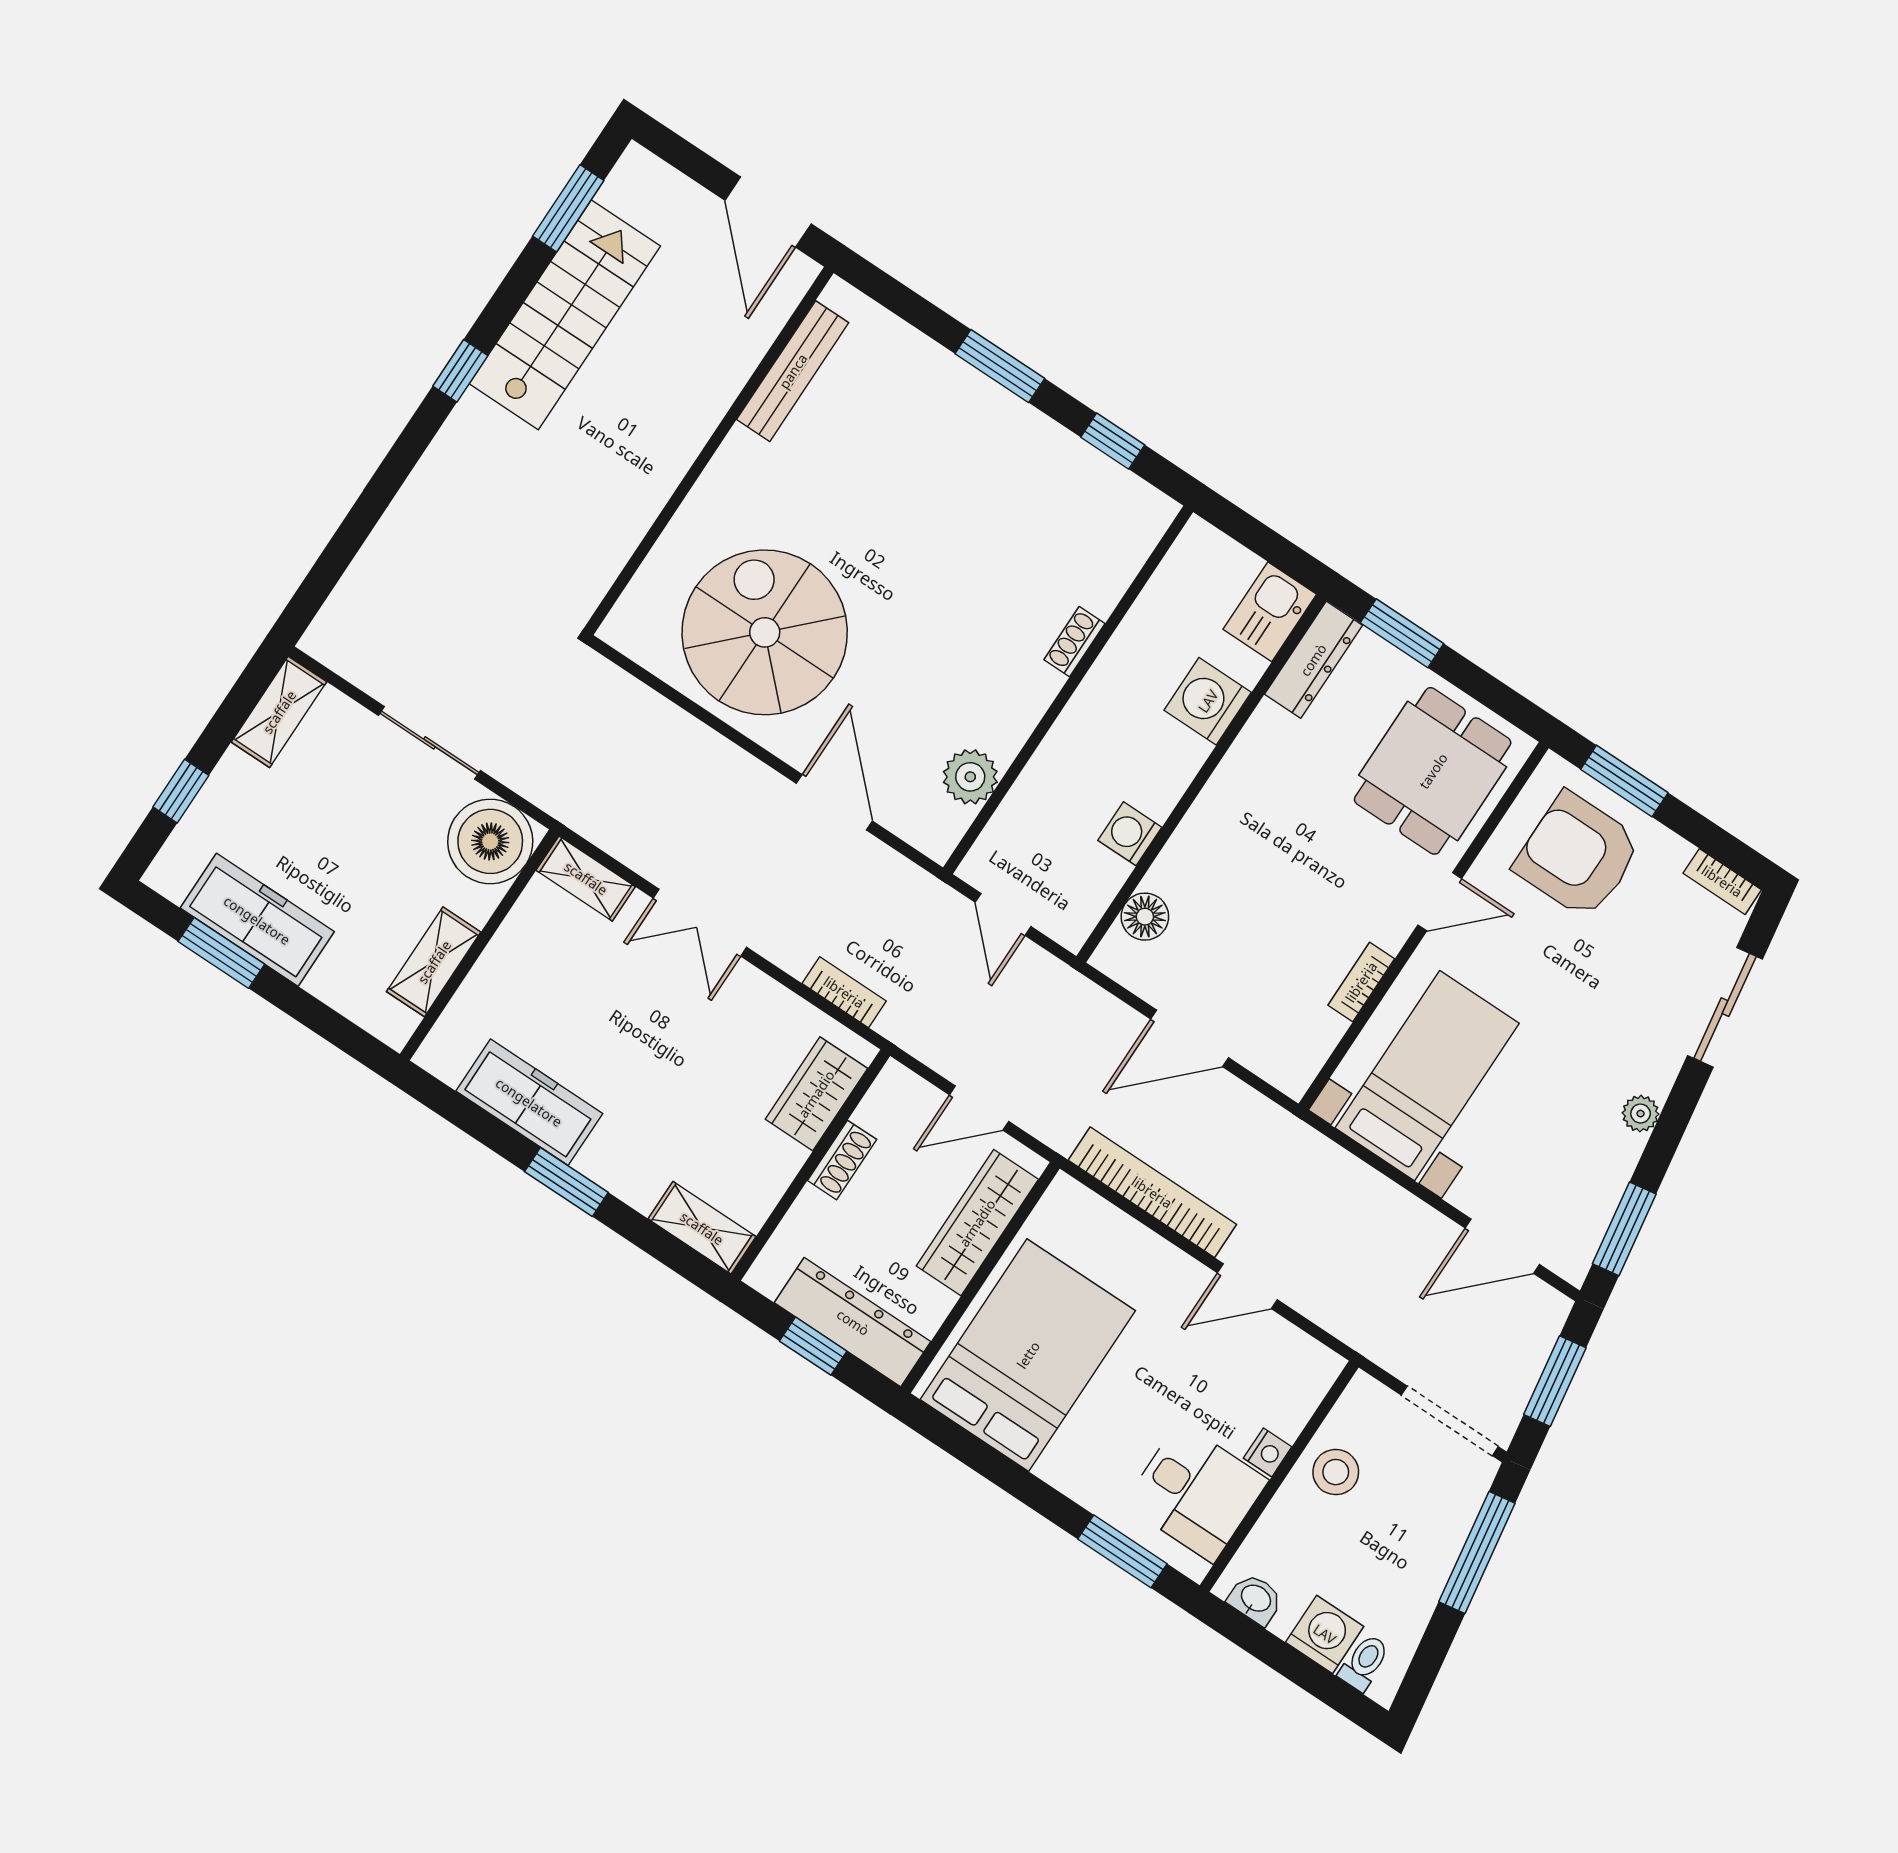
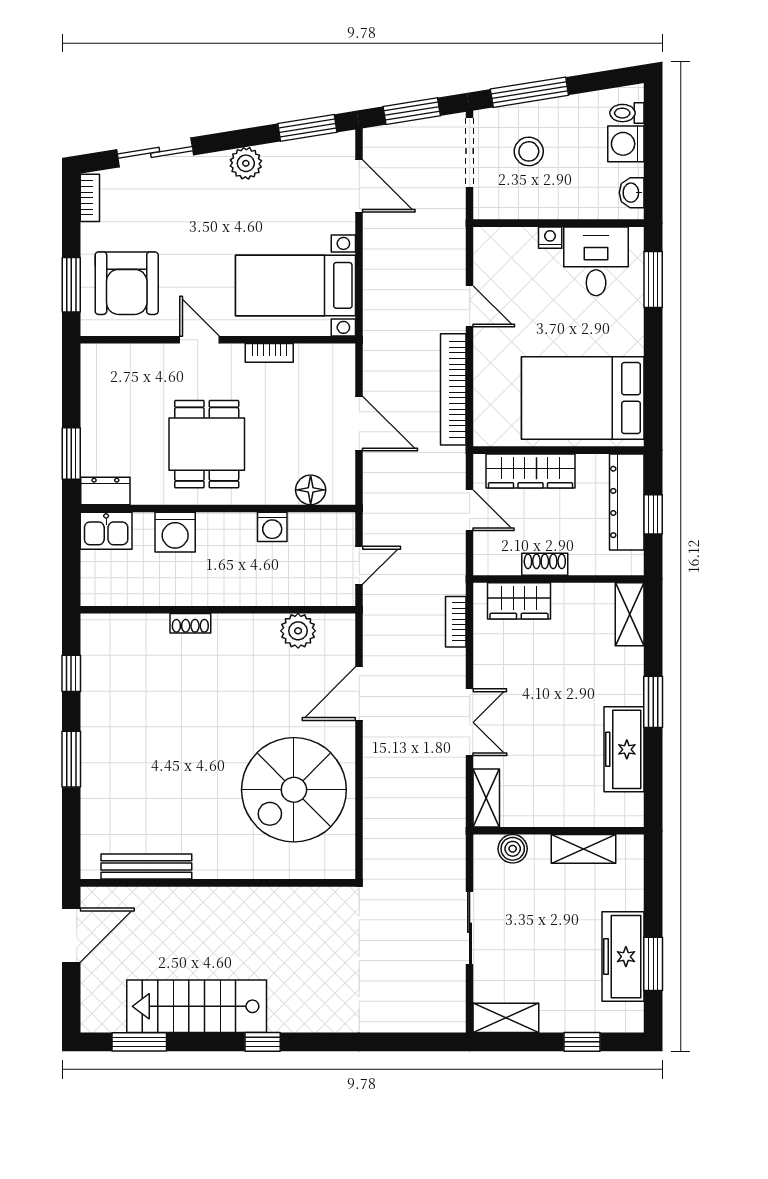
dresser: (1313, 660) -> (105, 491), width x0.70
dining table: (1433, 771) -> (207, 444), moved, turned 90
boiler: (490, 841) -> (513, 849), width x0.54, depth x0.54
plant: (1641, 1114) -> (246, 163), width x1.38, depth x1.38
stool: (1336, 1472) -> (529, 151), moved

